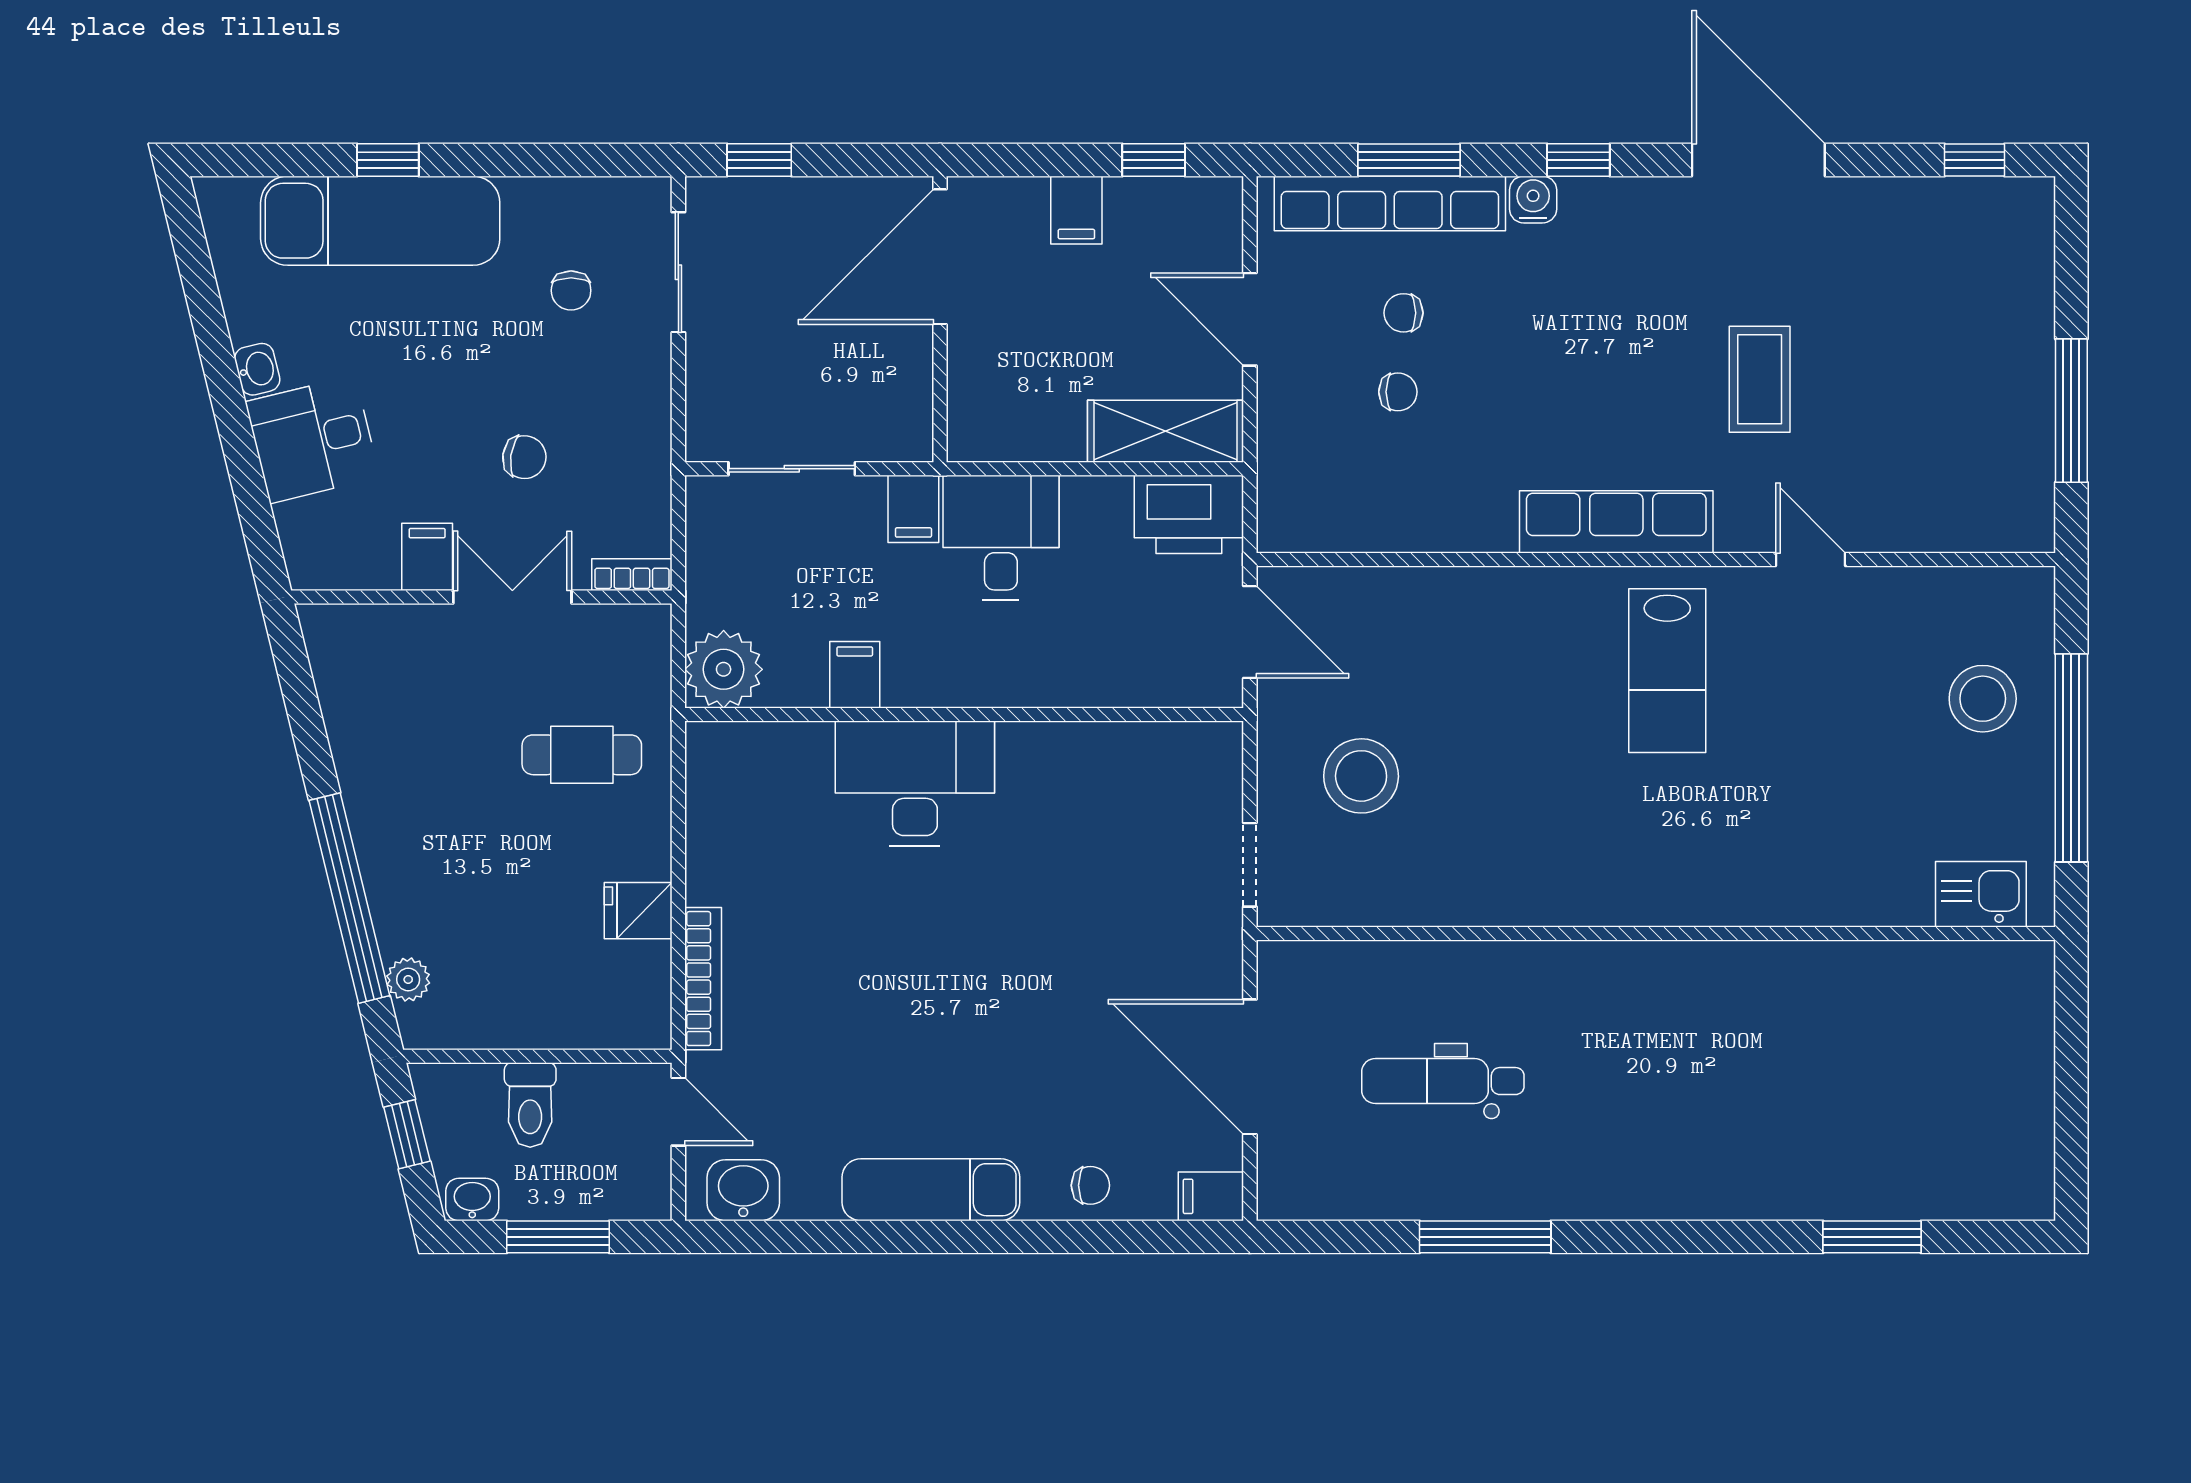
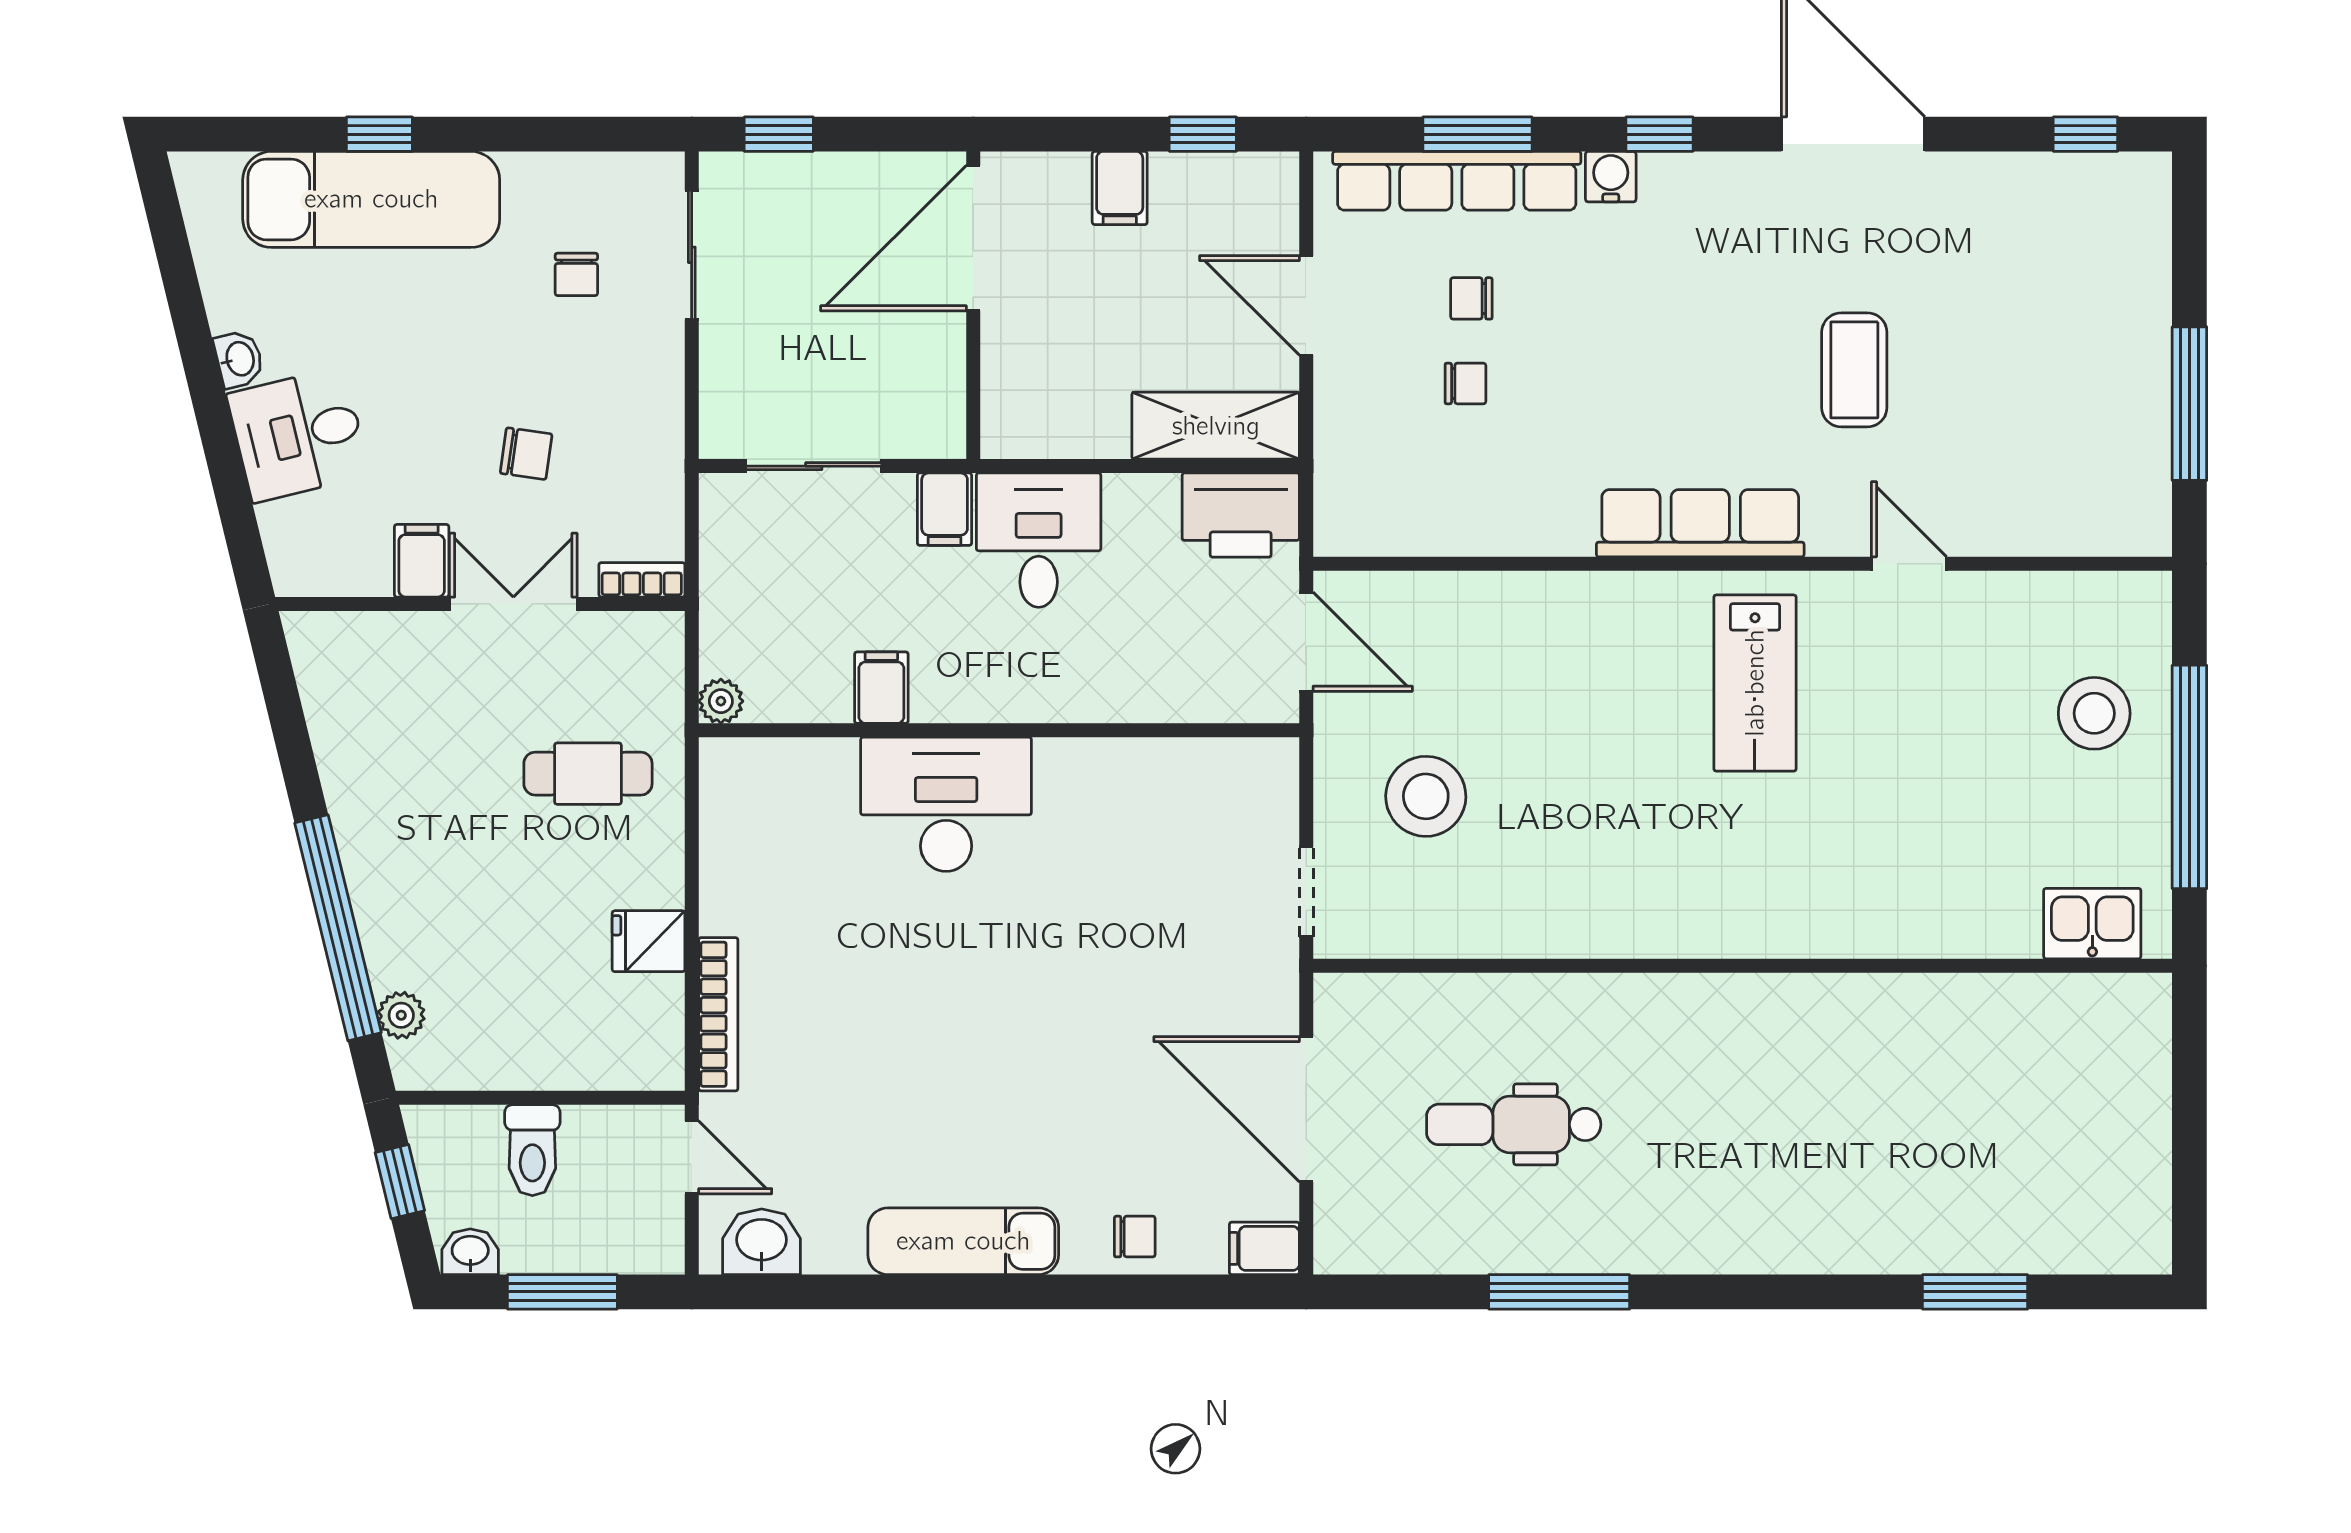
plant: (724, 669) -> (721, 701), width x0.53, depth x0.53

